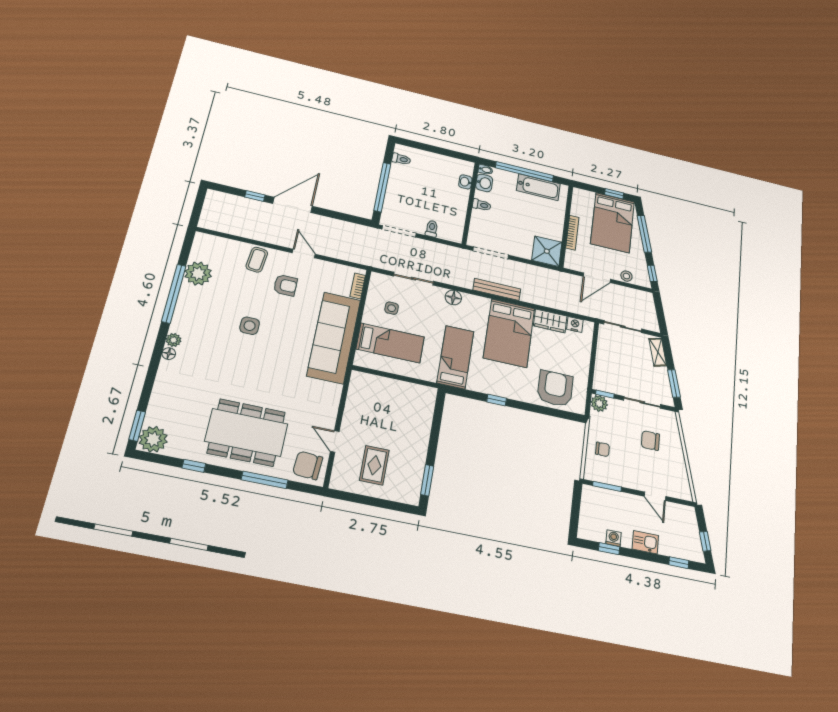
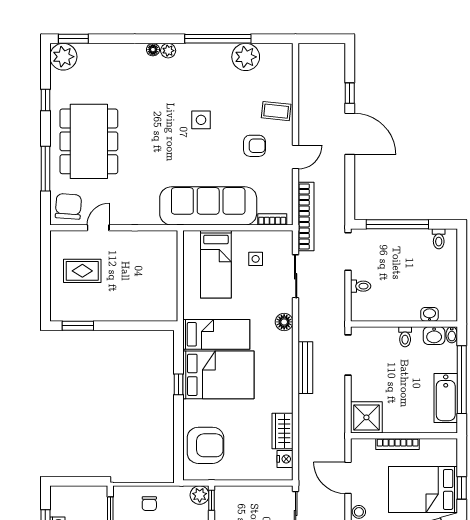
bookcase: (361, 258) -> (306, 216), added
armchair: (285, 285) -> (254, 146), turned -90
bed: (509, 333) -> (218, 375), moved, turned 180

